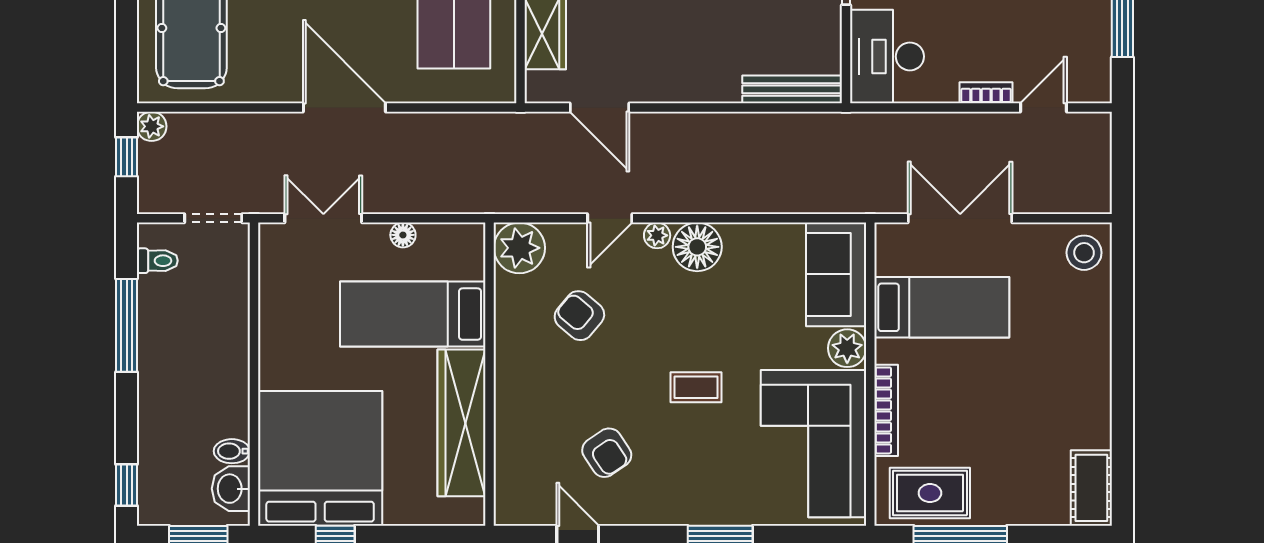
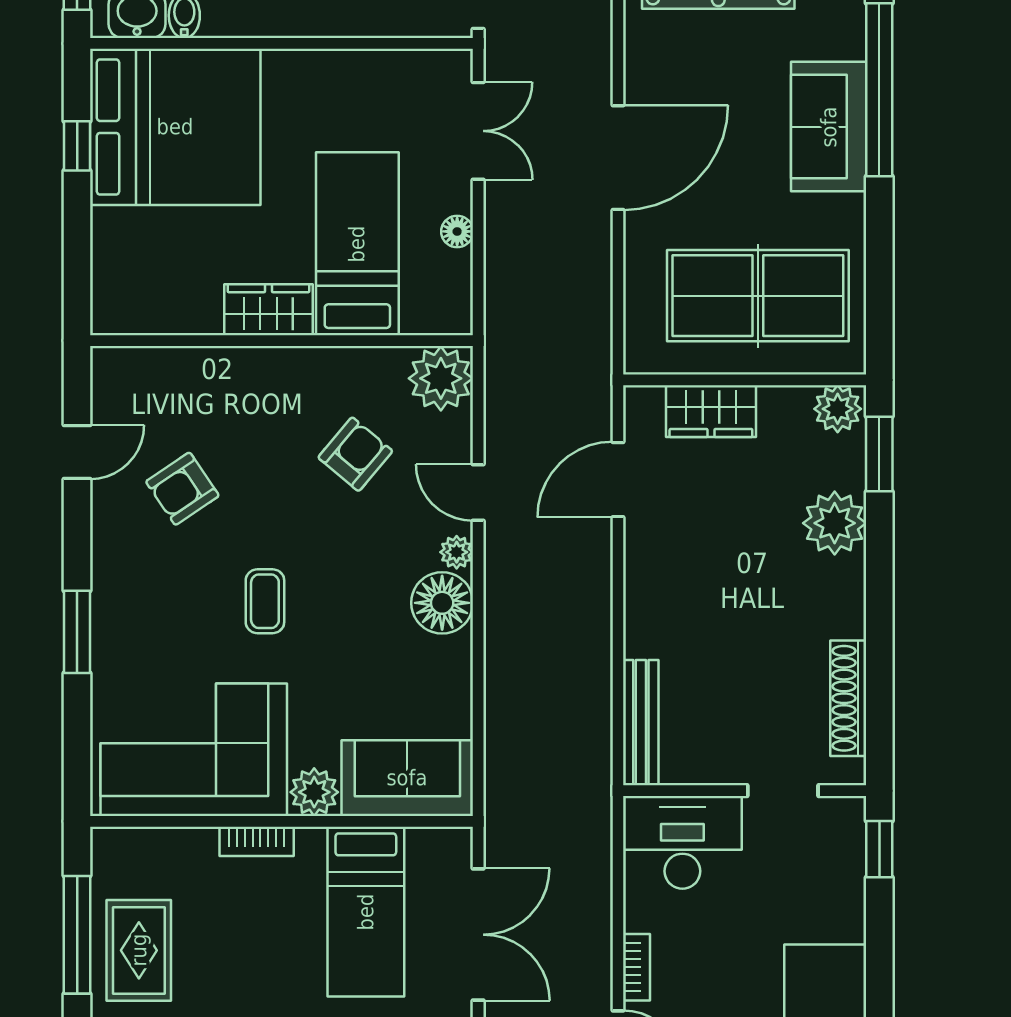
bookcase: (886, 410) -> (257, 841), width x0.64
wardrobe: (461, 423) -> (268, 310), width x0.48, depth x0.85
rug: (930, 493) -> (139, 950), moved

